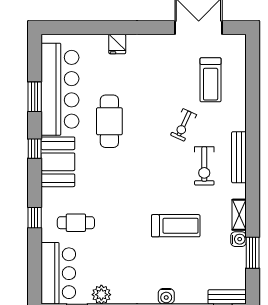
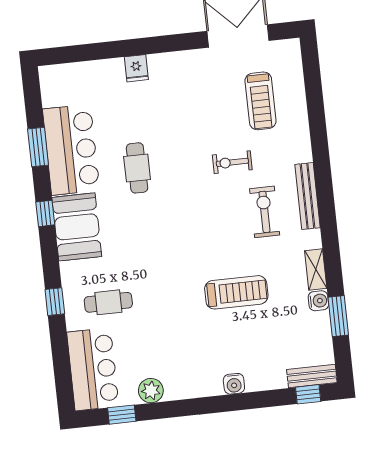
bar counter: (60, 89) -> (71, 150), width x0.73
cafe table: (109, 121) -> (137, 168), width x0.73, depth x0.74
exercise bike: (184, 125) -> (232, 162), turned 65
exercise bike: (204, 166) -> (265, 212), turned 180

